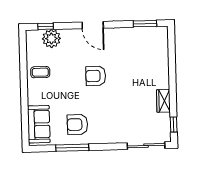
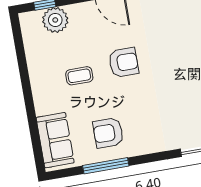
coffee table: (40, 72) -> (79, 76), moved
armchair: (96, 76) -> (124, 62), turned 180

